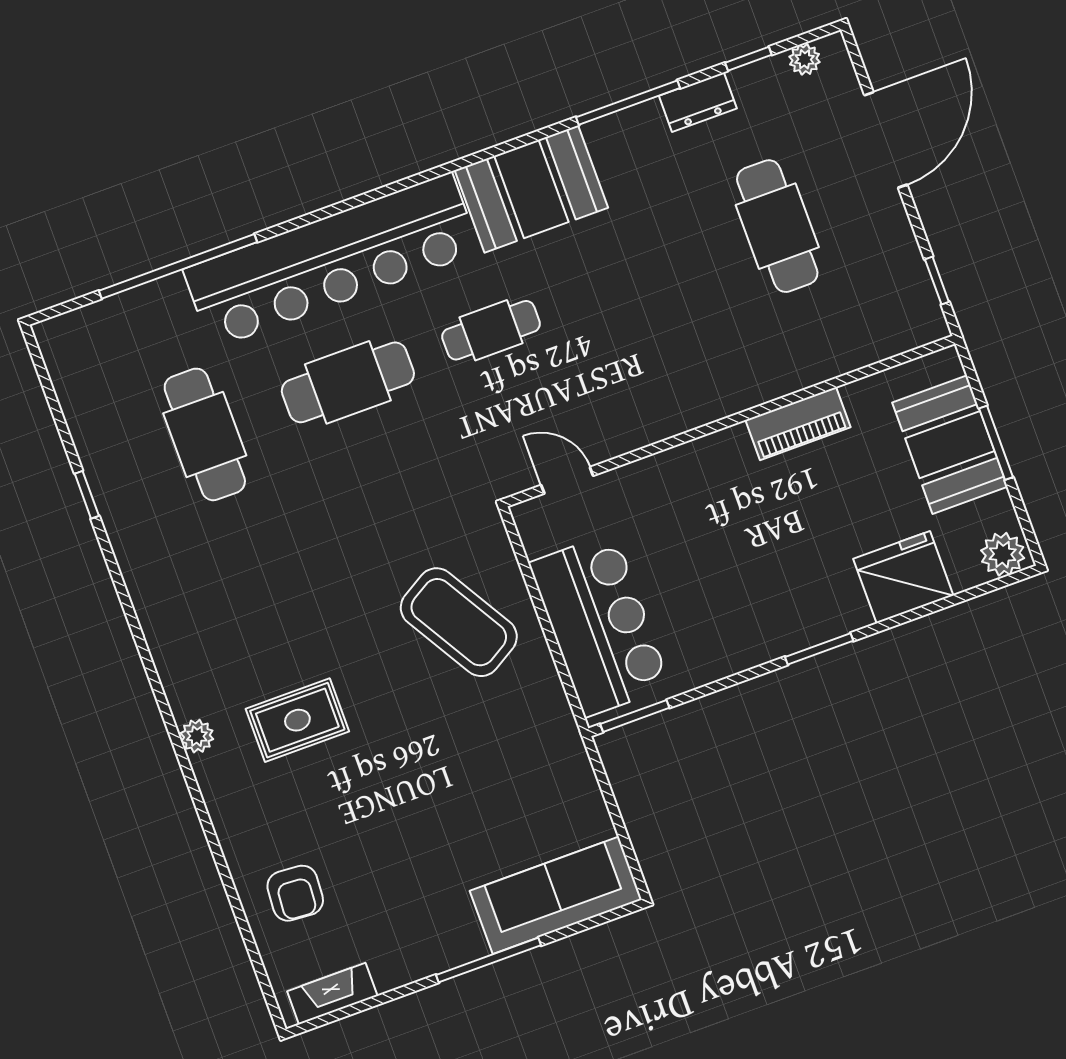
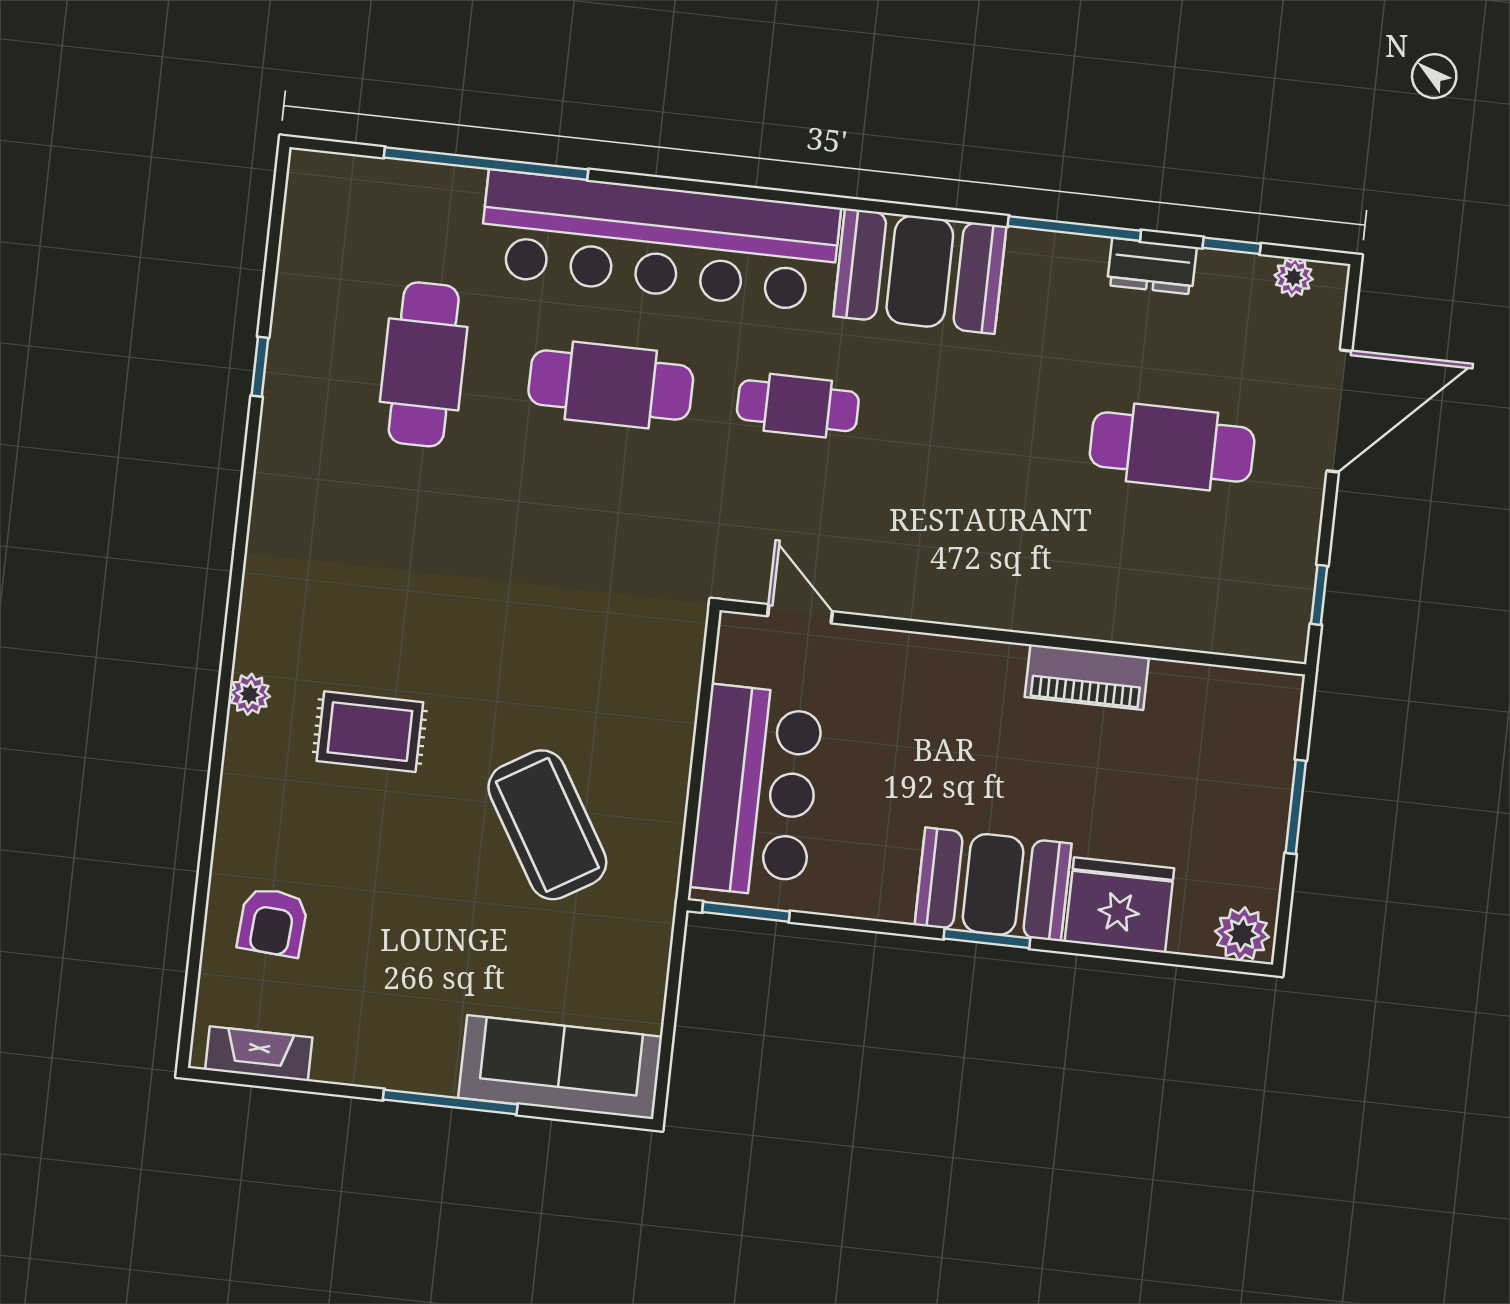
cafe table: (777, 226) -> (1172, 447), turned 90
booth: (950, 445) -> (993, 884), moved, turned 90
coffee table: (459, 622) -> (547, 825), moved

